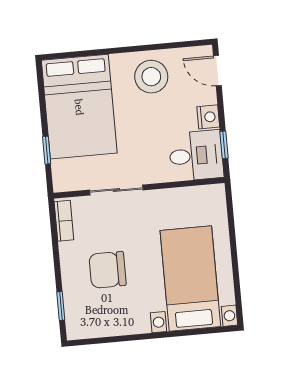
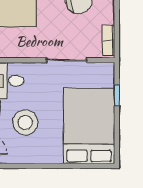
stool: (151, 77) -> (25, 122), moved

